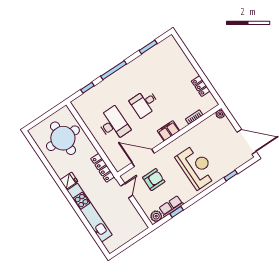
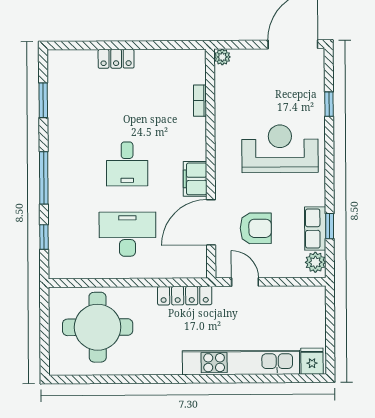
locker: (201, 86) -> (116, 59), moved
filing cabinet: (168, 131) -> (195, 179), moved
armchair: (154, 180) -> (256, 228), turned 90
fridge: (69, 181) -> (312, 361), moved

